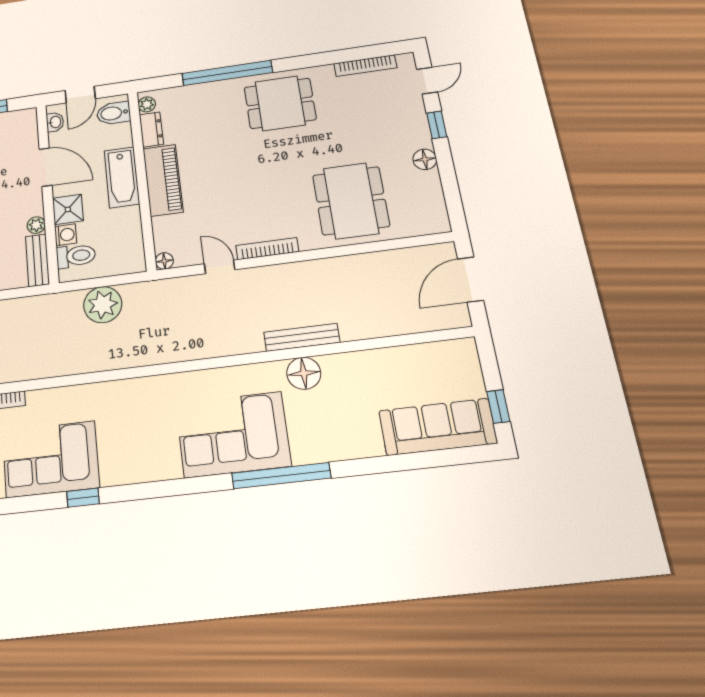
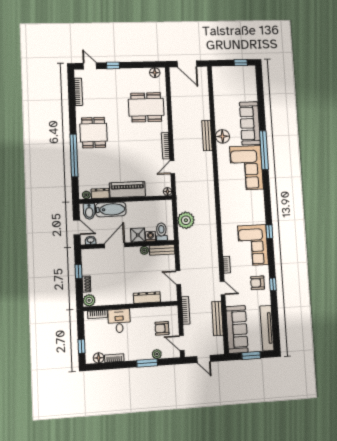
floor lamp: (425, 159) -> (155, 73), moved
bathtub: (122, 177) -> (111, 209), moved
sofa: (438, 427) -> (250, 123), moved

